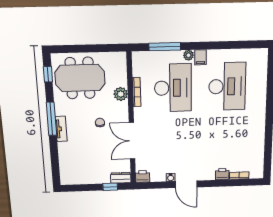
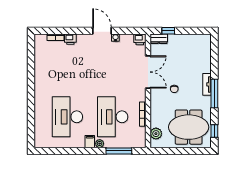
plant: (121, 94) -> (156, 134), moved

